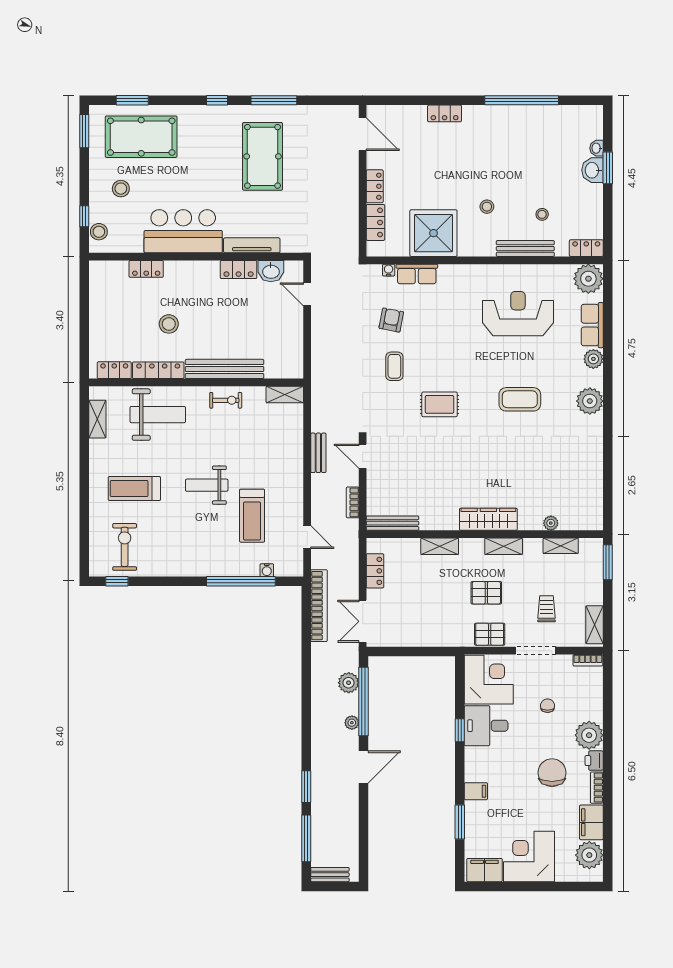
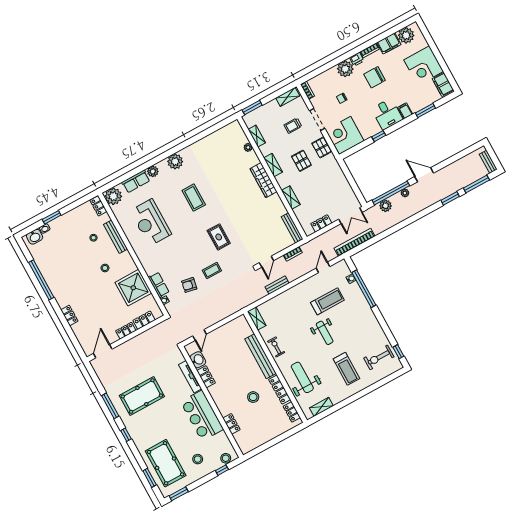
washbasin: (592, 170) -> (35, 237), moved
desk: (486, 726) -> (387, 114), moved

